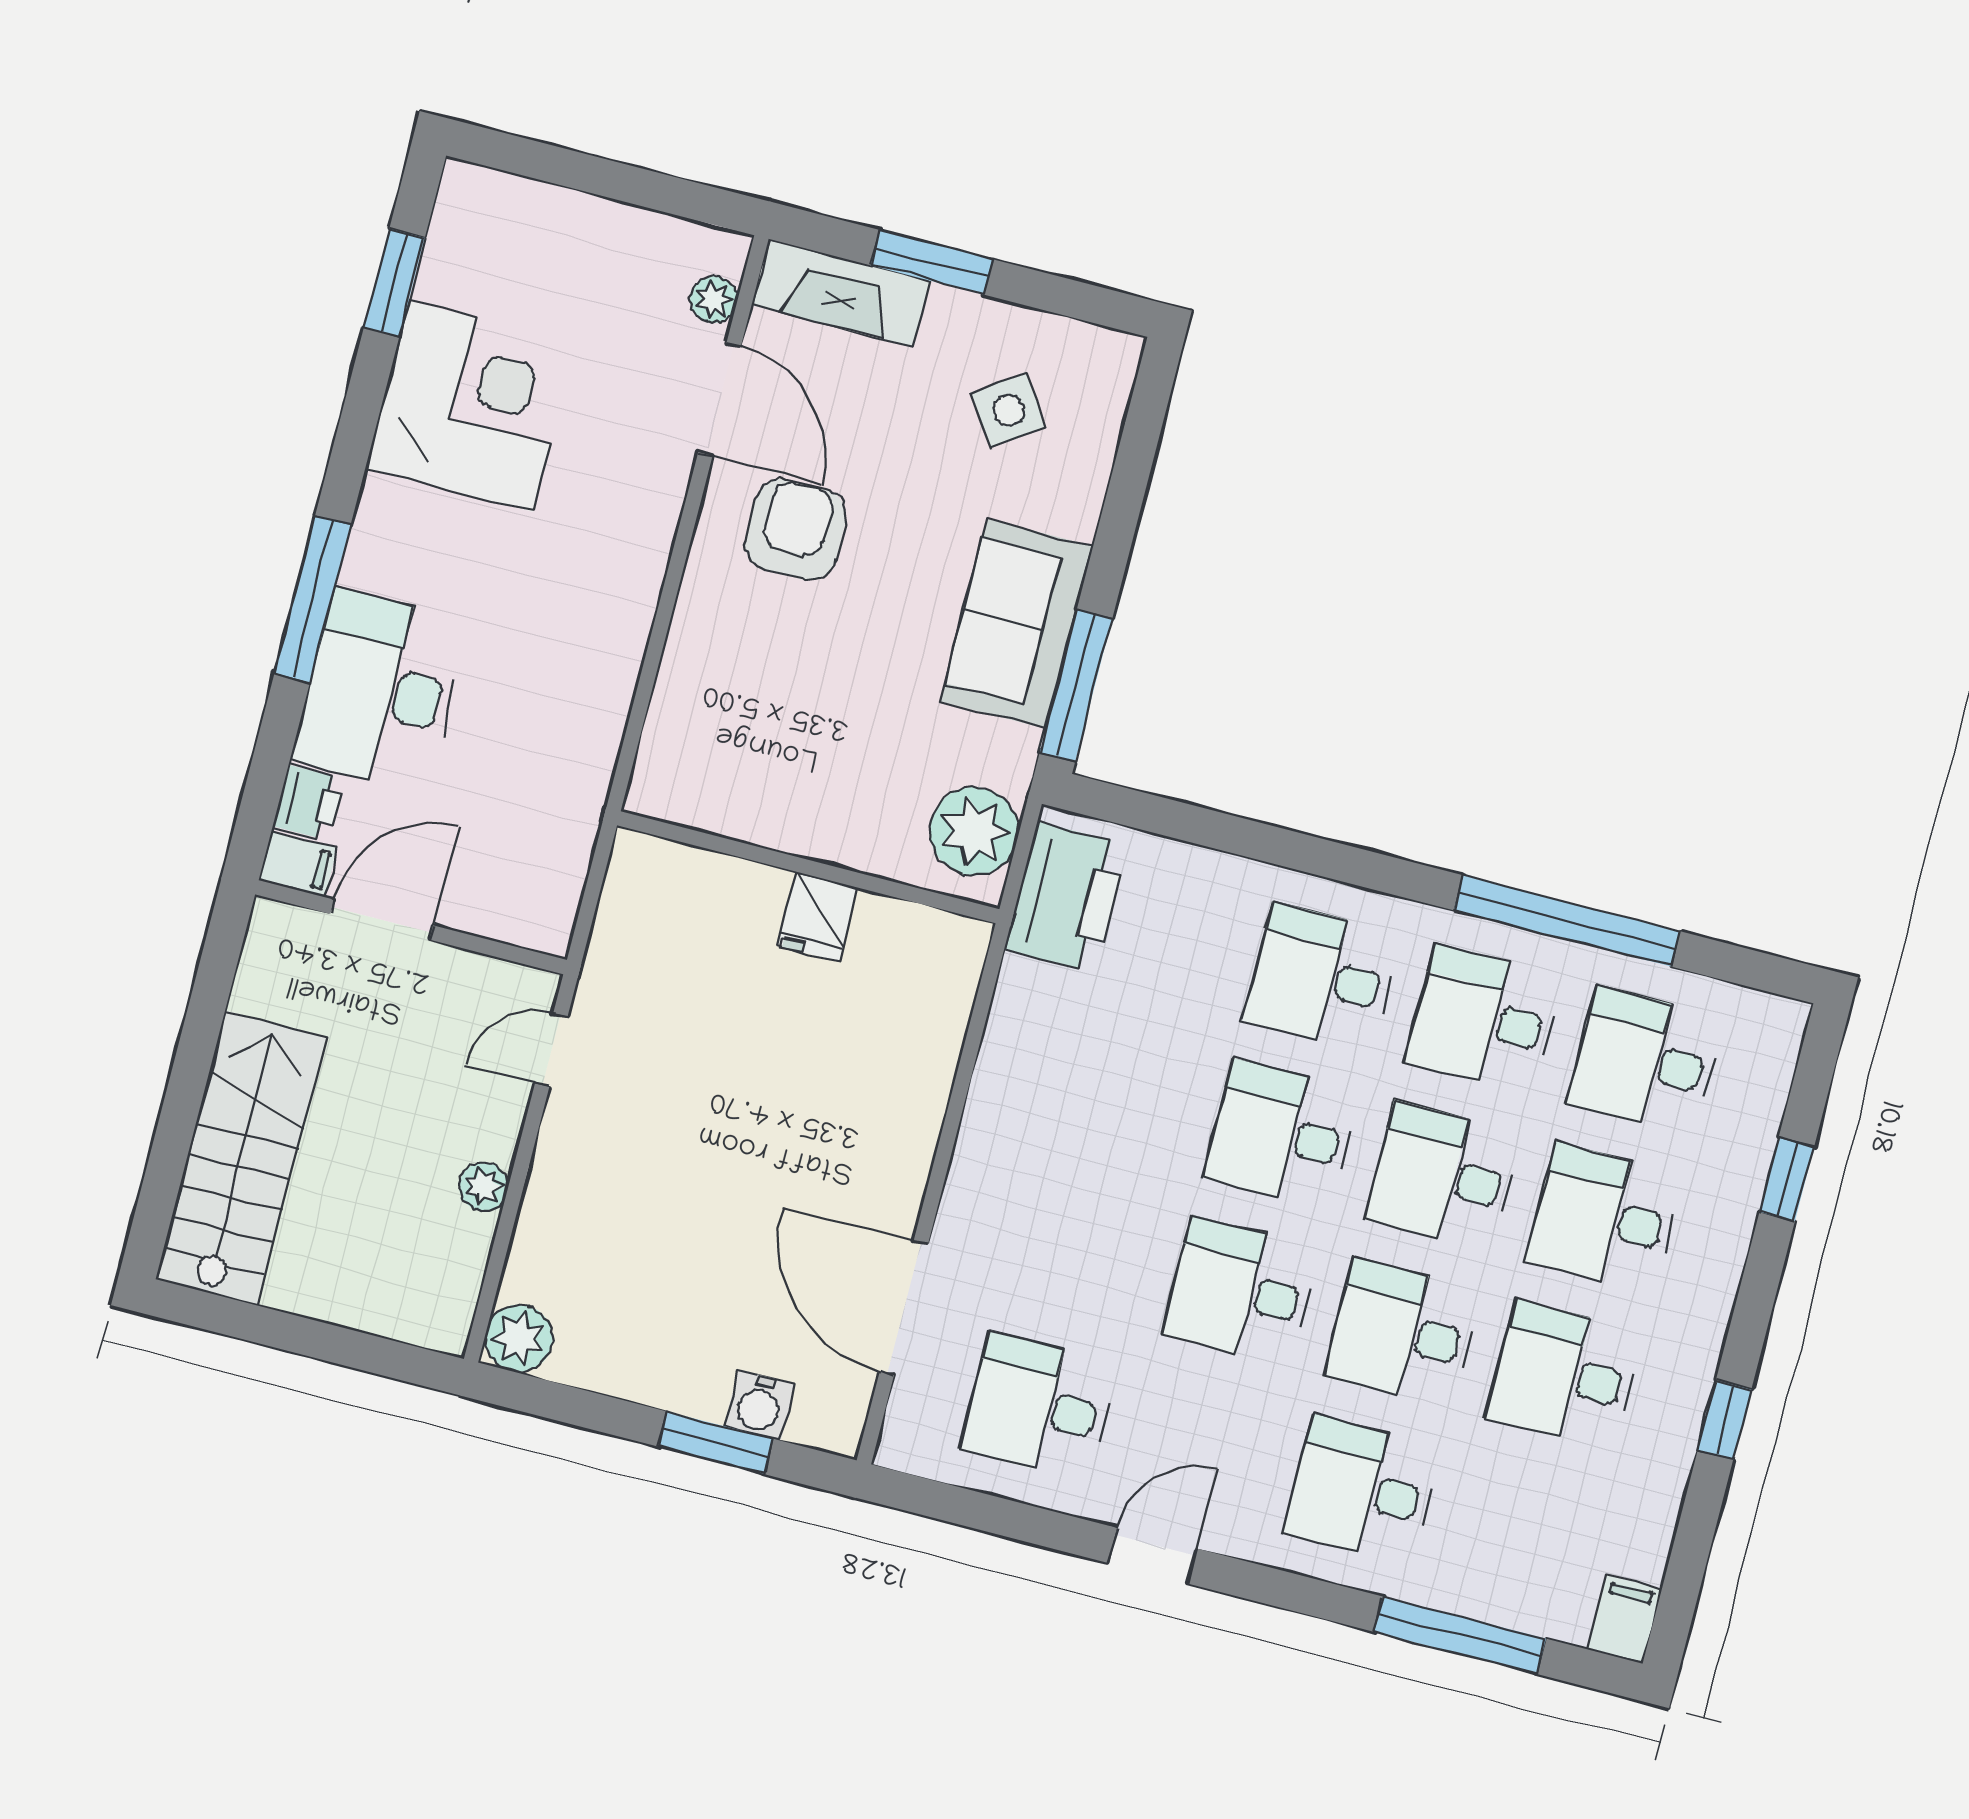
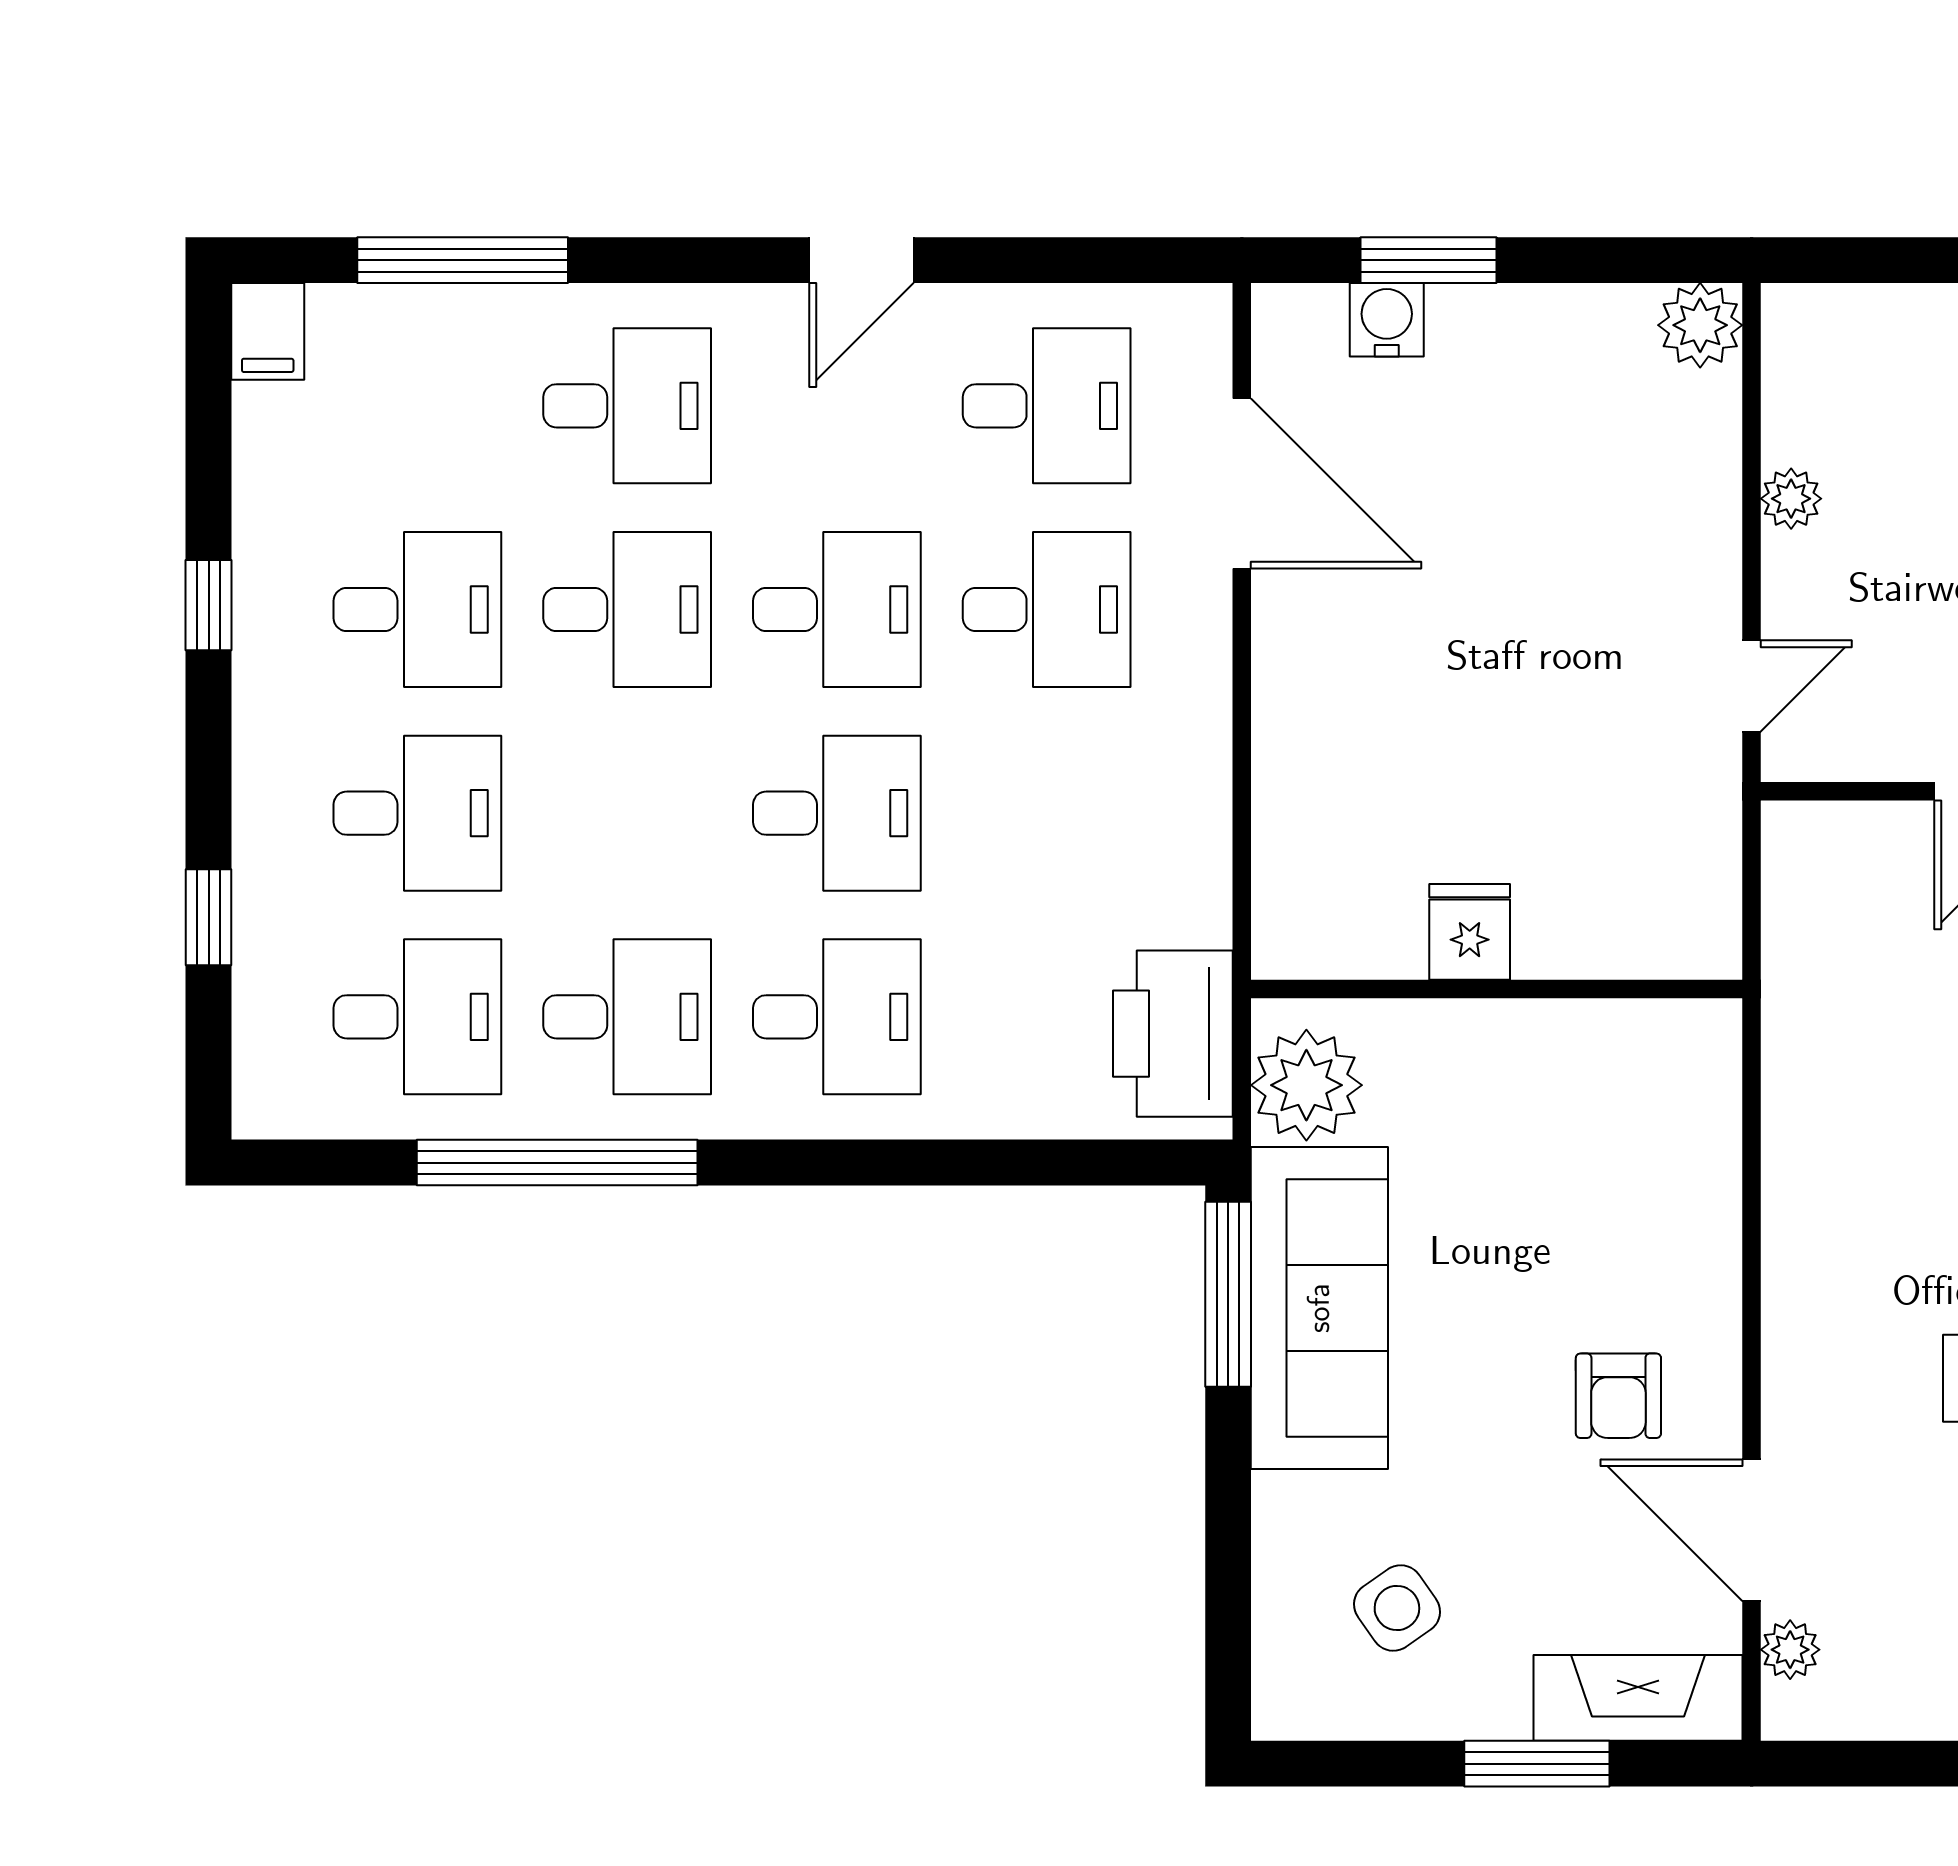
armchair: (795, 530) -> (1618, 1396), width x0.72, depth x0.72
sofa: (1017, 624) -> (1319, 1308), width x1.36
desk: (1443, 1176) -> (1047, 609), moved

